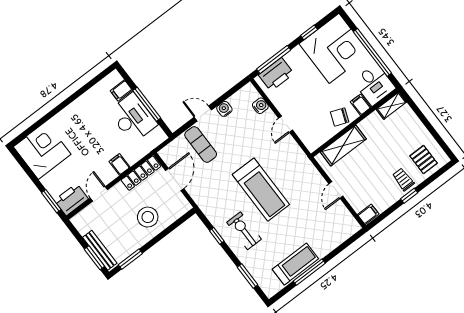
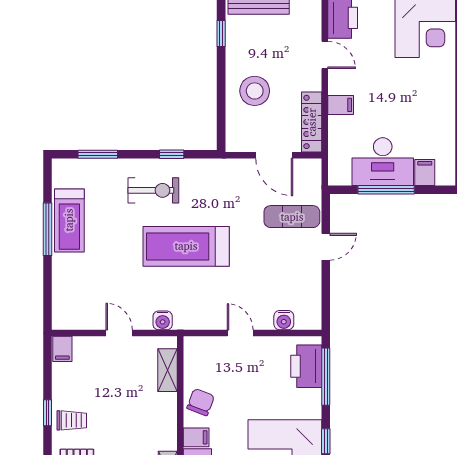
water cooler: (224, 109) -> (163, 320), moved, turned 90
shelving: (343, 146) -> (167, 370), width x0.67, depth x0.75
window: (130, 259) -> (221, 33), width x0.67

